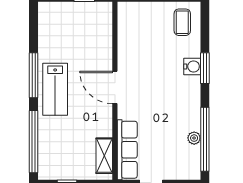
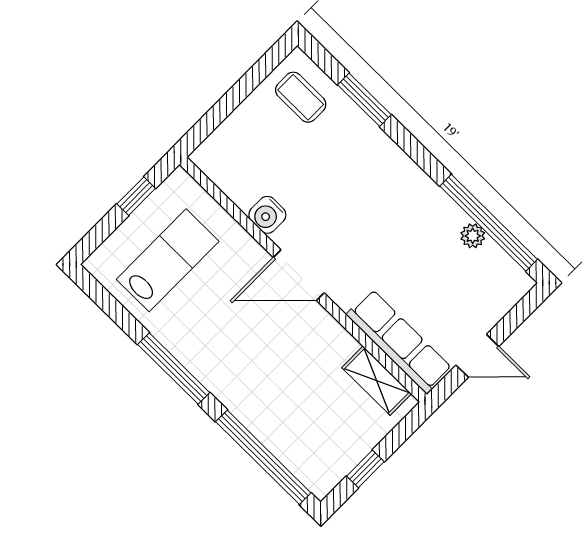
water cooler: (192, 66) -> (267, 215), moved, turned 180
window: (205, 68) -> (364, 100), moved
lab bench: (55, 89) -> (168, 260), moved, turned -90

